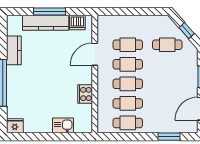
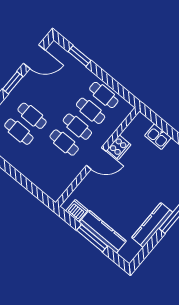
cafe table: (128, 45) -> (32, 116), moved
kitchen counter: (14, 50) -> (152, 225), width x1.50
door: (95, 54) -> (96, 158), moved

